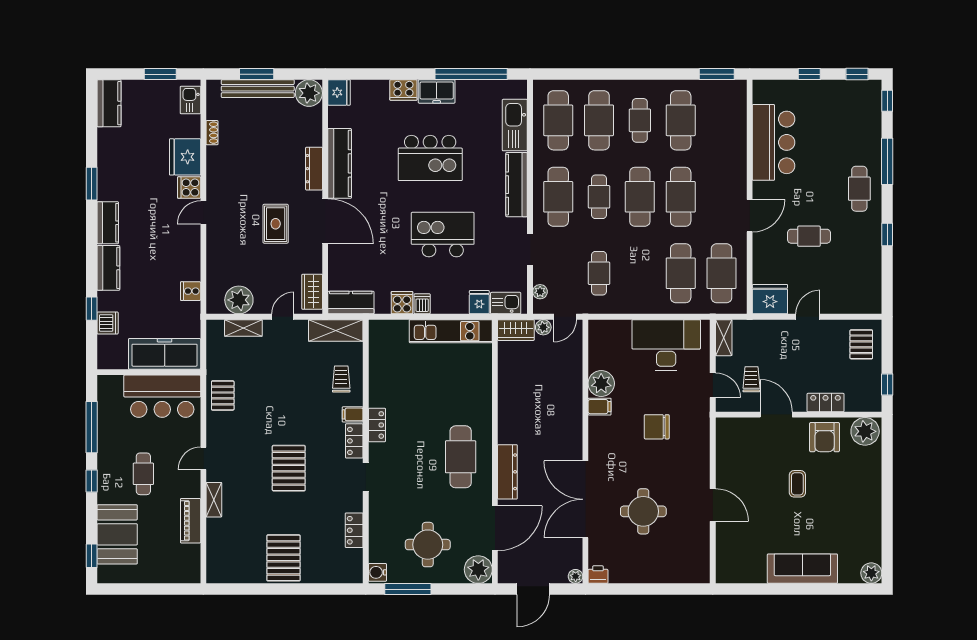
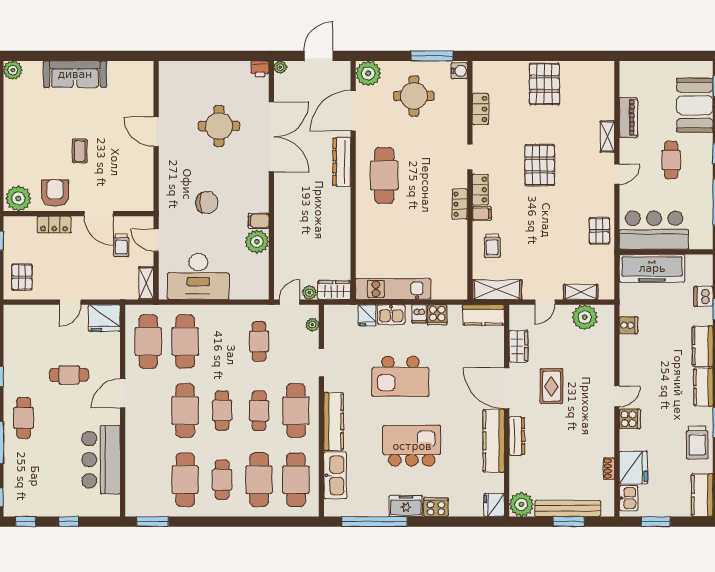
fridge: (185, 157) -> (633, 468), moved
trolley: (115, 161) -> (697, 443), added
cafe table: (640, 197) -> (222, 411), width x0.73, depth x0.74
wardrobe: (312, 292) -> (518, 346), moved
kitchen sink: (506, 303) -> (391, 314), moved

